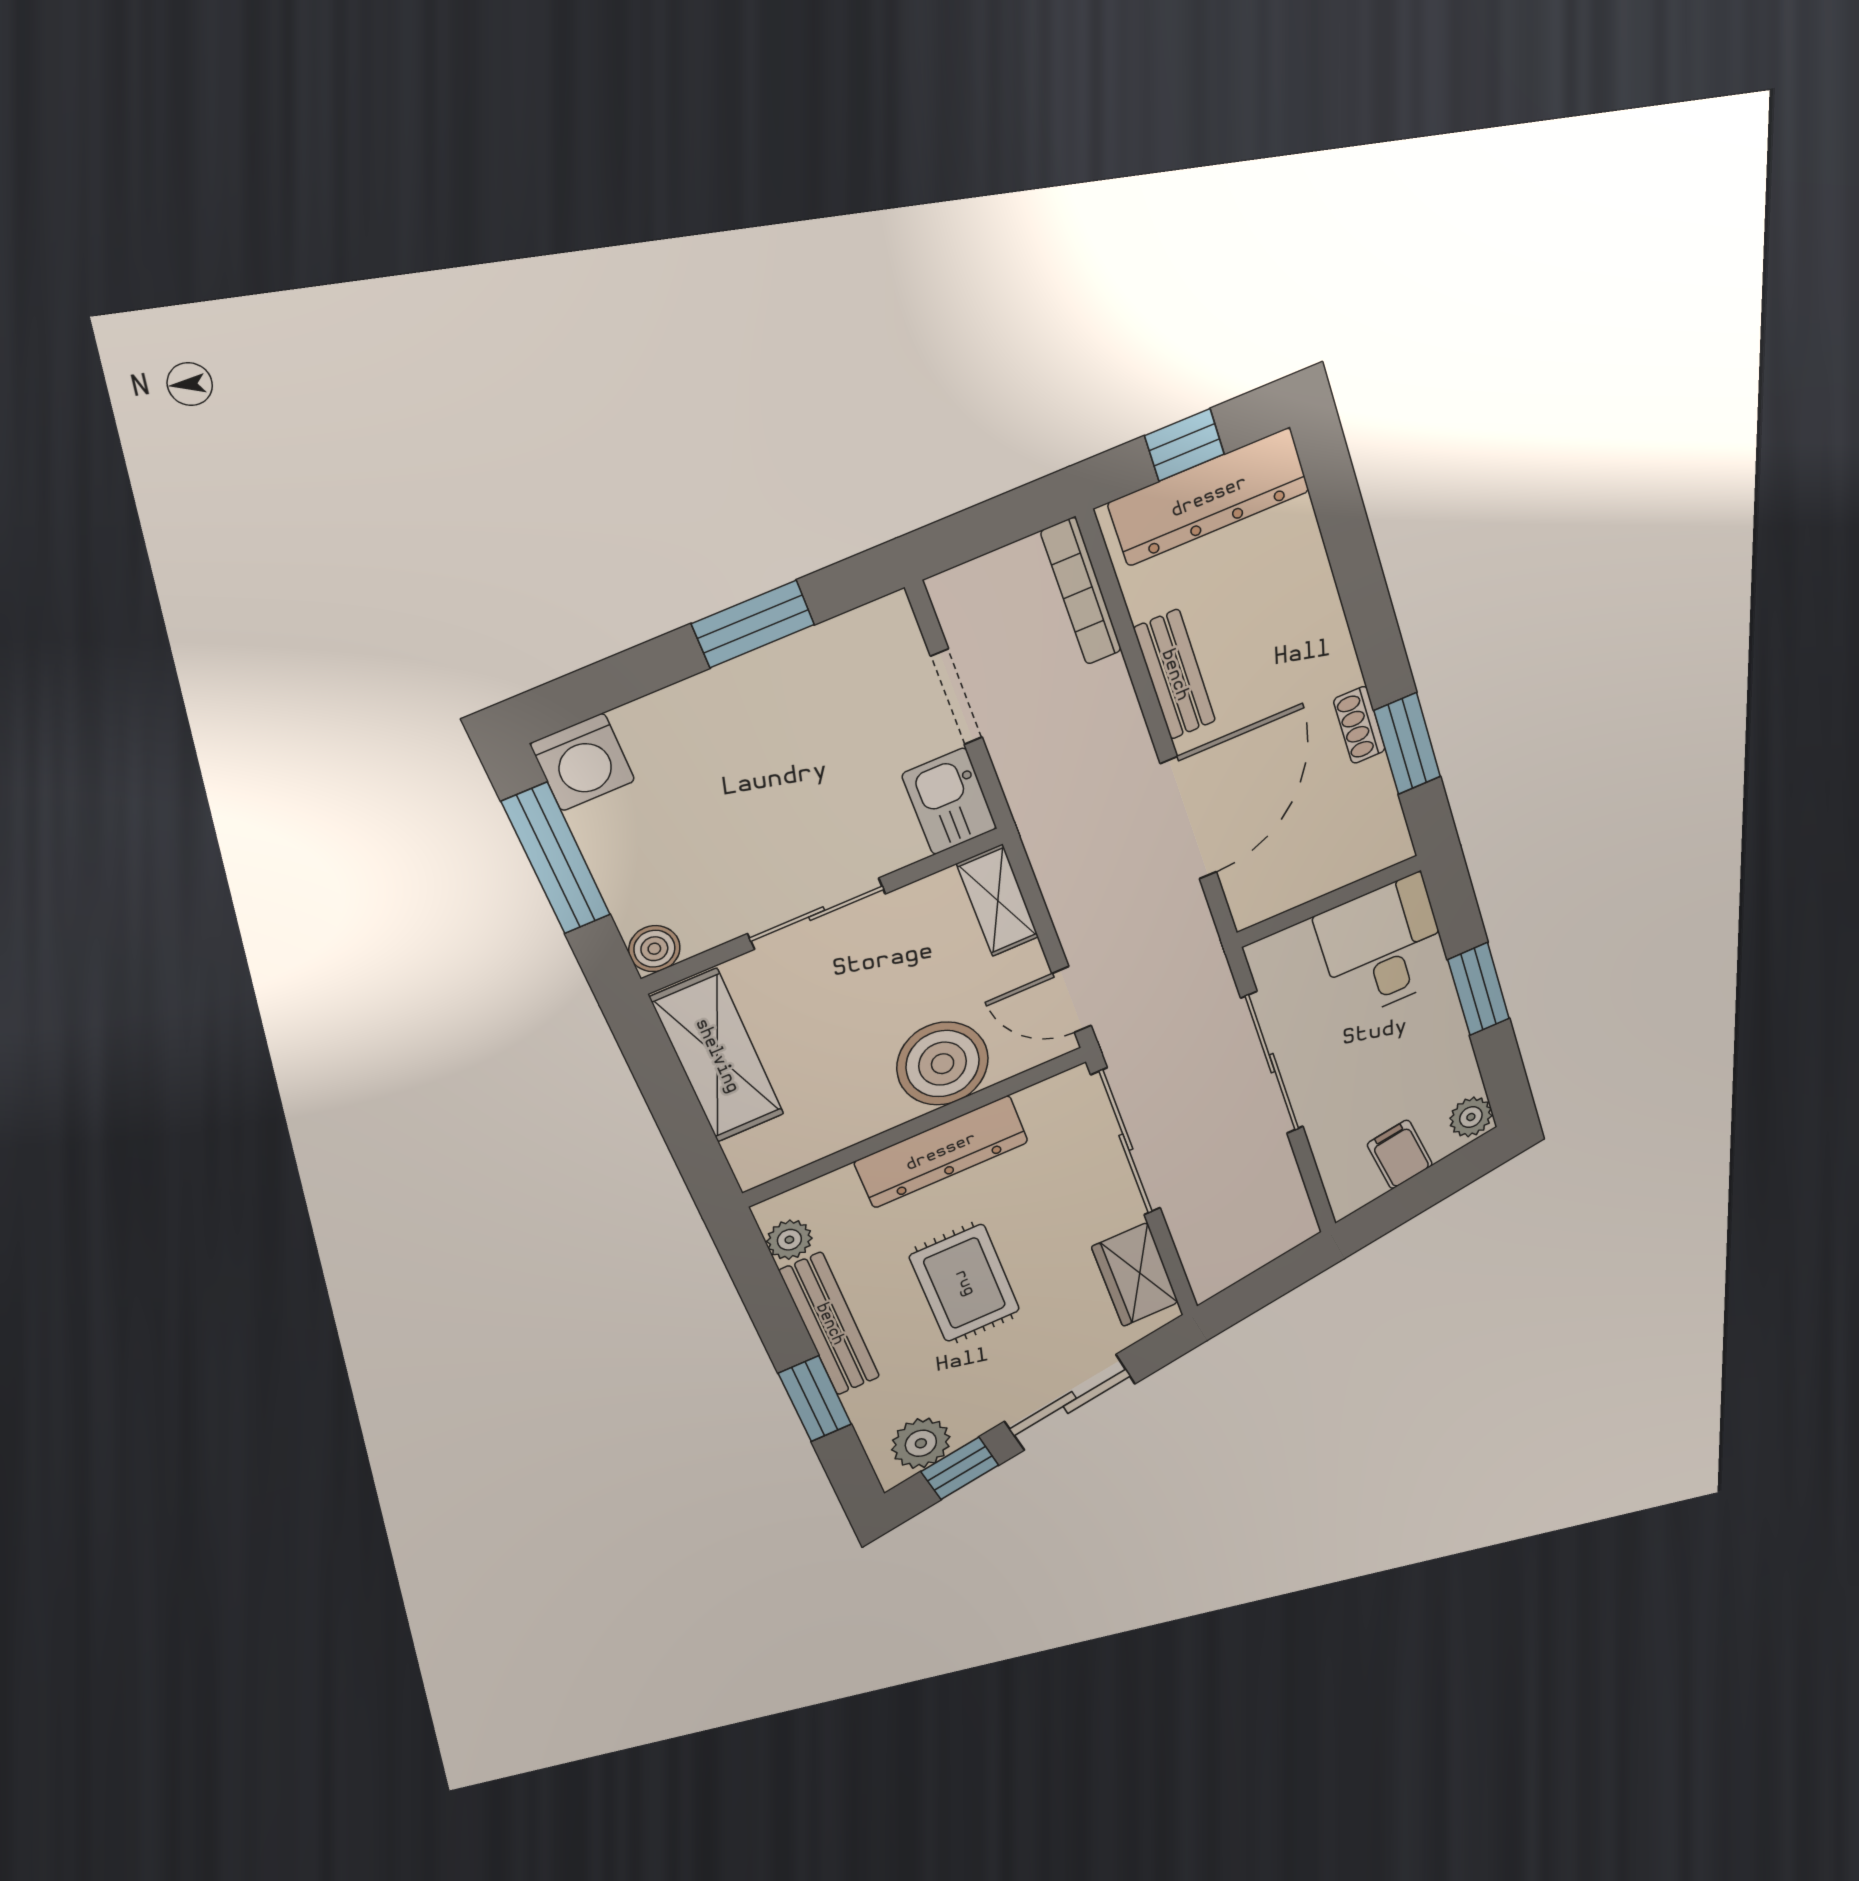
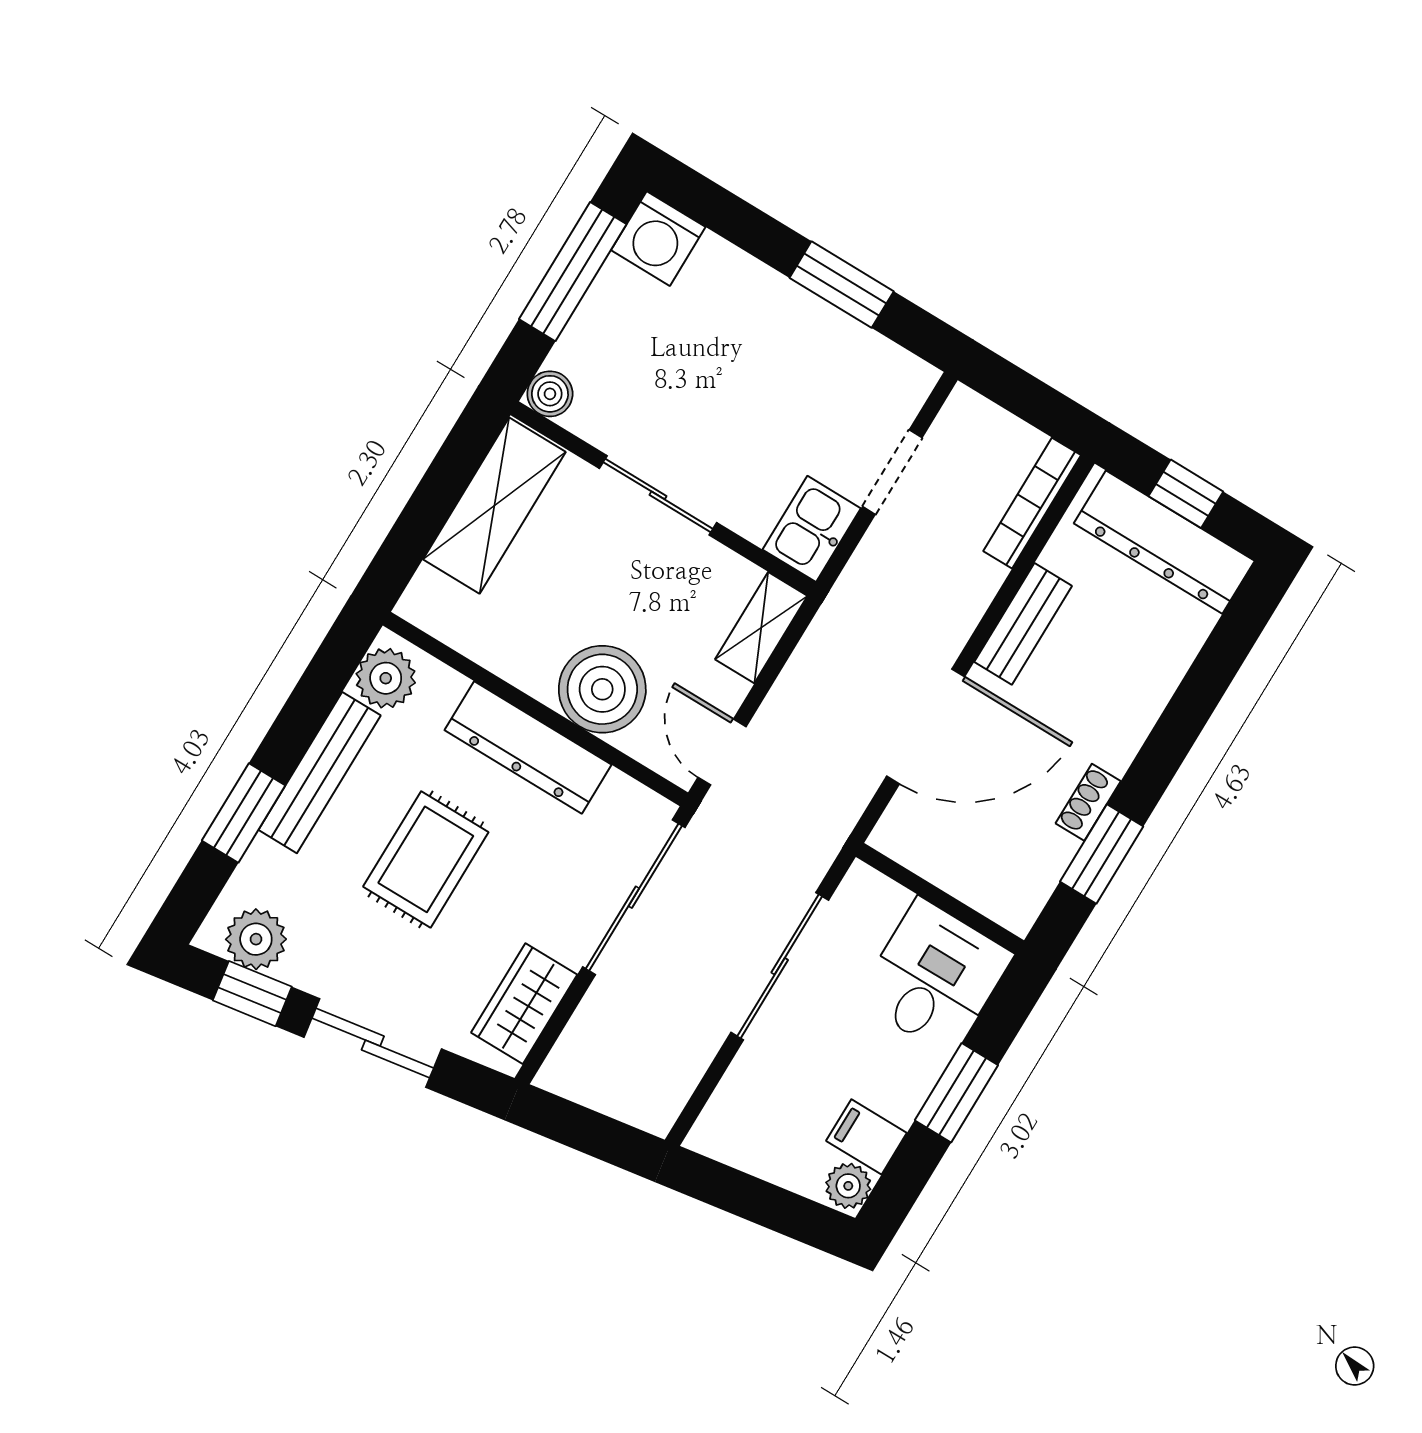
filing cabinet: (1400, 1154) -> (866, 1137), moved, turned -81
plant: (789, 1240) -> (386, 678), width x1.38, depth x1.38

